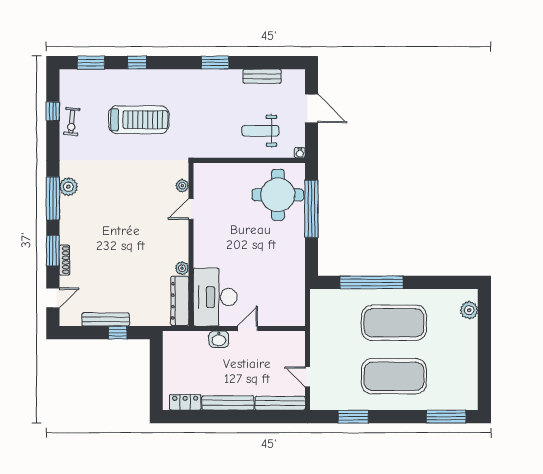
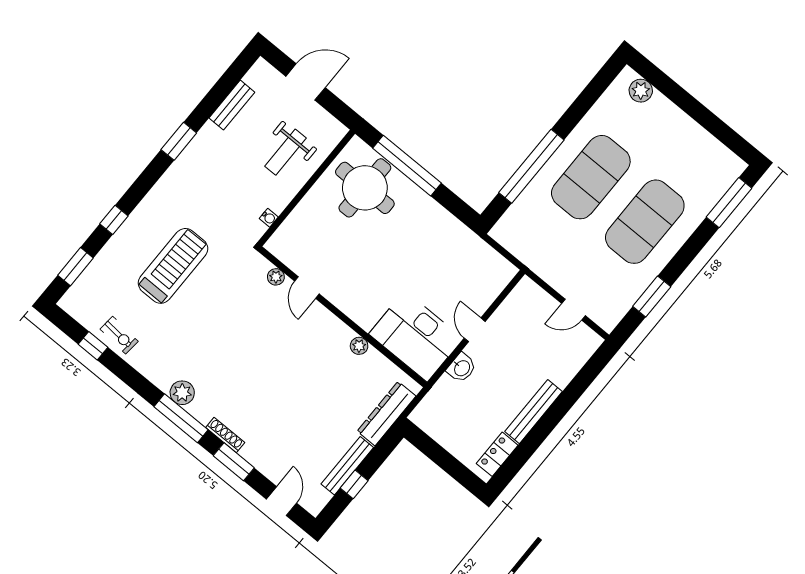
water cooler: (300, 153) -> (269, 218), moved
shoe rack: (64, 260) -> (225, 435), moved
dresser: (180, 301) -> (387, 414), moved, turned 90
window: (118, 333) -> (354, 484), moved
bench: (280, 403) -> (577, 359), removed

